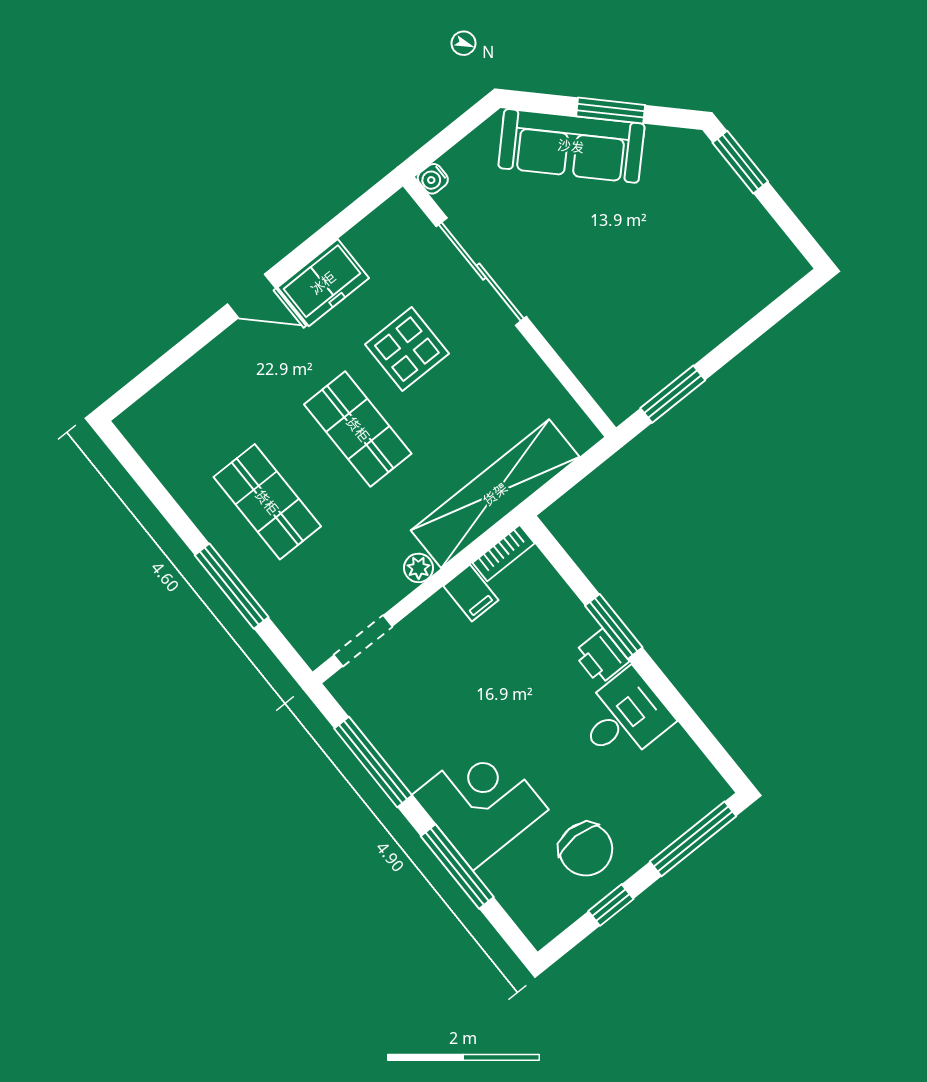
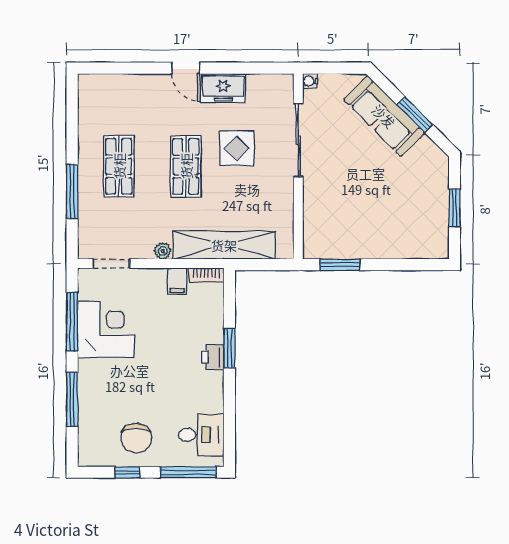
window: (740, 162) -> (454, 208), moved
desk: (624, 717) -> (201, 435), moved
corner desk: (480, 802) -> (106, 329), moved

